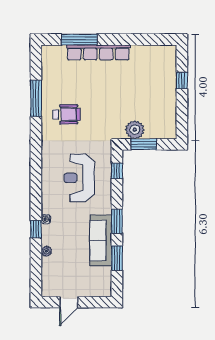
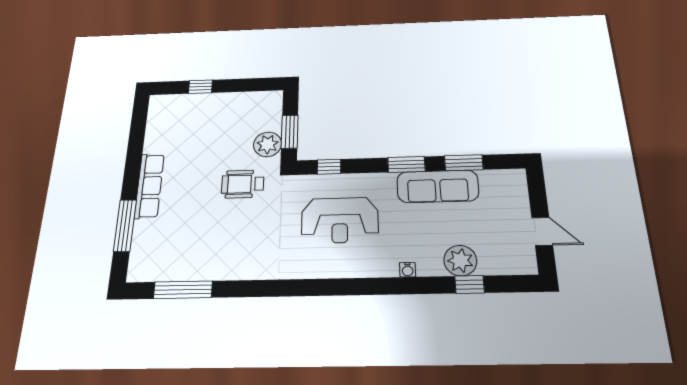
row of seats: (98, 52) -> (149, 186), width x0.73
window: (36, 98) -> (183, 290), moved
wheelchair: (66, 114) -> (243, 184), moved, turned -90
window: (36, 229) -> (470, 284), moved
plant: (46, 251) -> (460, 261), width x1.87, depth x1.87

